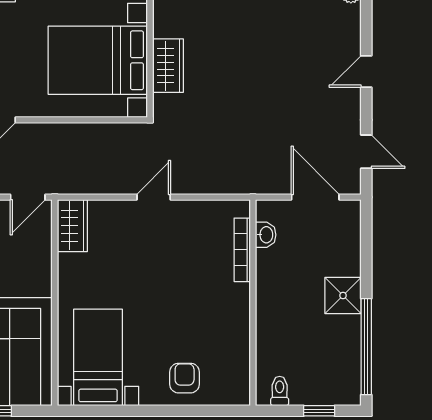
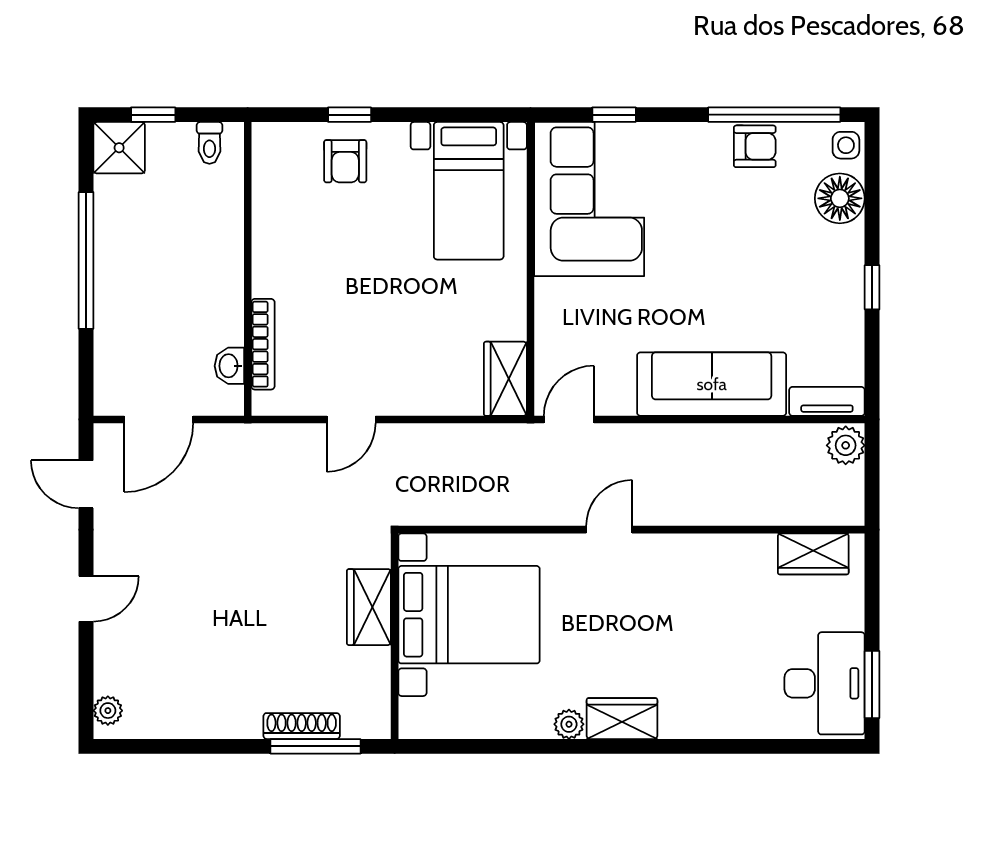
door: (154, 197) -> (351, 419), moved
door: (315, 197) -> (159, 419), hinge flipped
shower: (343, 295) -> (119, 148), moved
window: (366, 347) -> (86, 260), moved
window: (181, 411) -> (350, 115), added

